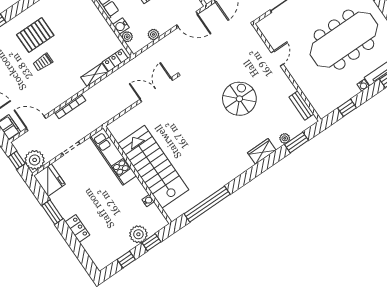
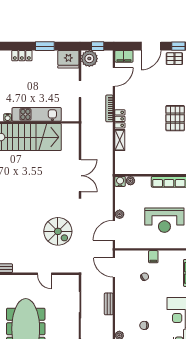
water cooler: (121, 26) -> (120, 181), moved
plant: (153, 34) -> (120, 214), moved
locker: (115, 60) -> (120, 119), moved
trolley: (43, 62) -> (153, 111), removed
spiral stairs: (239, 99) -> (58, 231), moved
kitchen unit: (113, 156) -> (37, 114), moved

